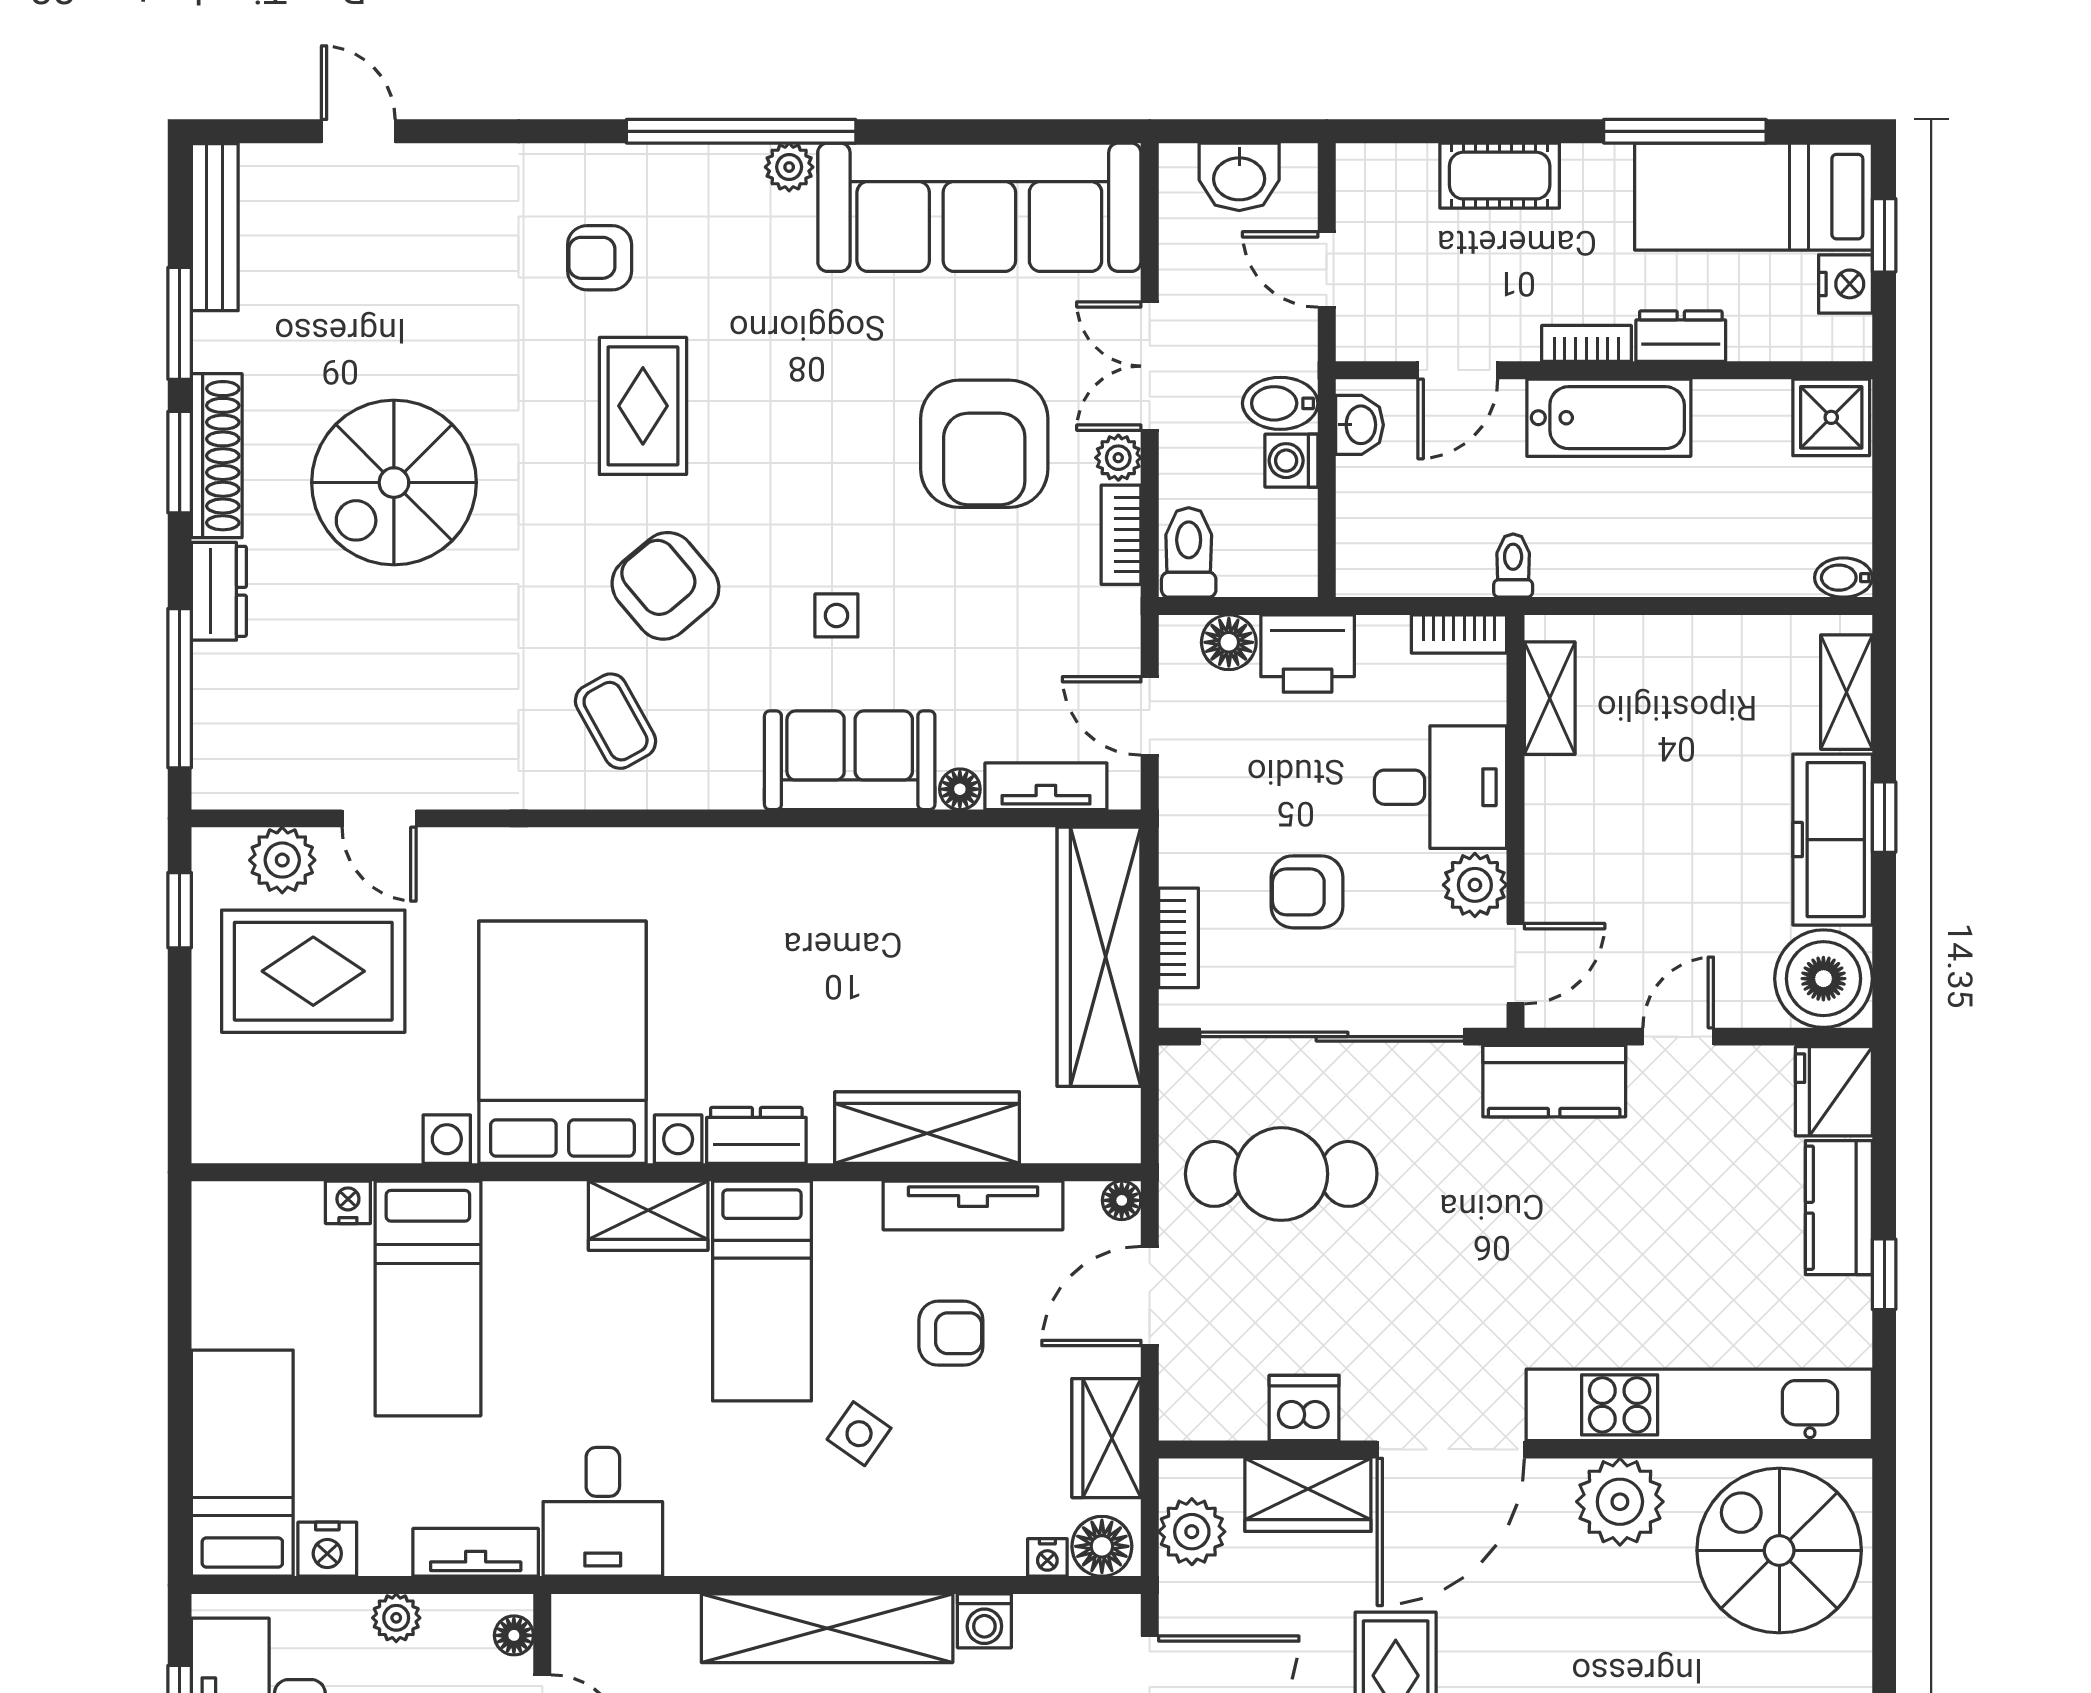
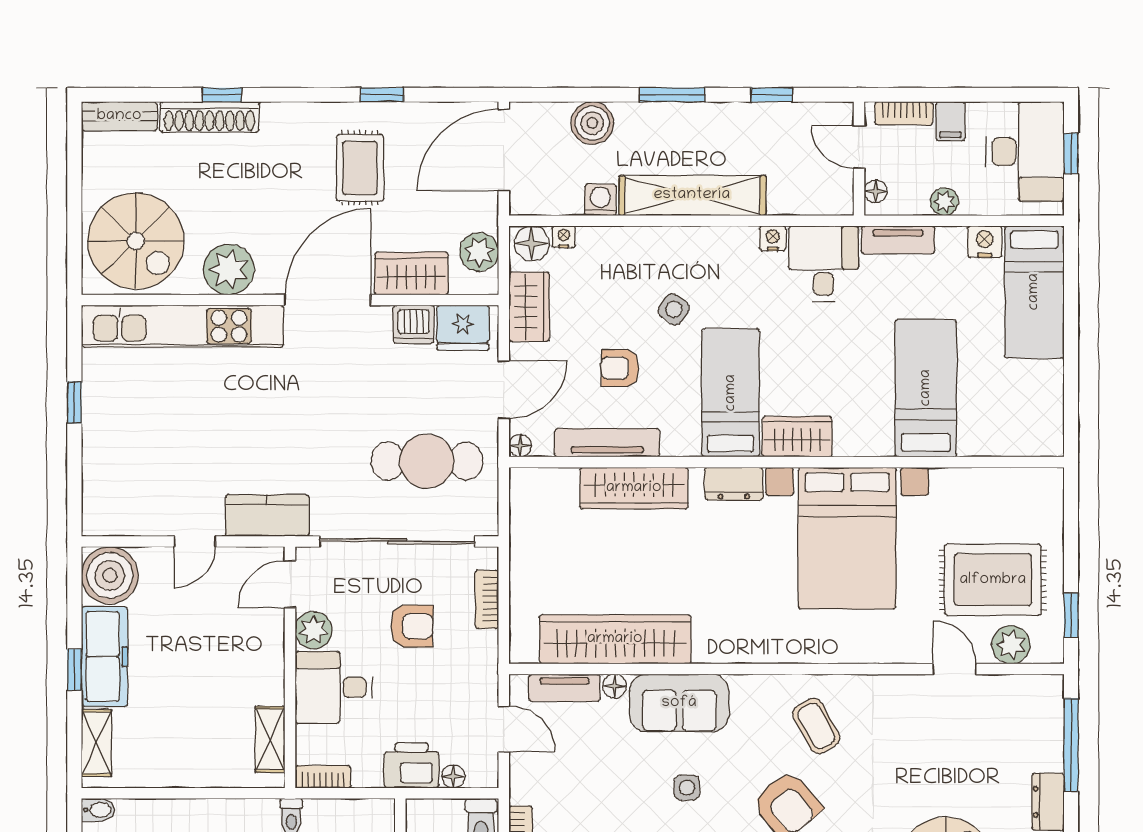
floor lamp: (1229, 642) -> (453, 776), width x0.73, depth x0.73
wardrobe: (1099, 957) -> (615, 639), moved, turned -90
fridge: (1834, 1091) -> (463, 328), moved, turned 90
nightstand: (348, 1202) -> (773, 238), moved, turned 180
kitchen counter: (1839, 1208) -> (101, 441), removed

